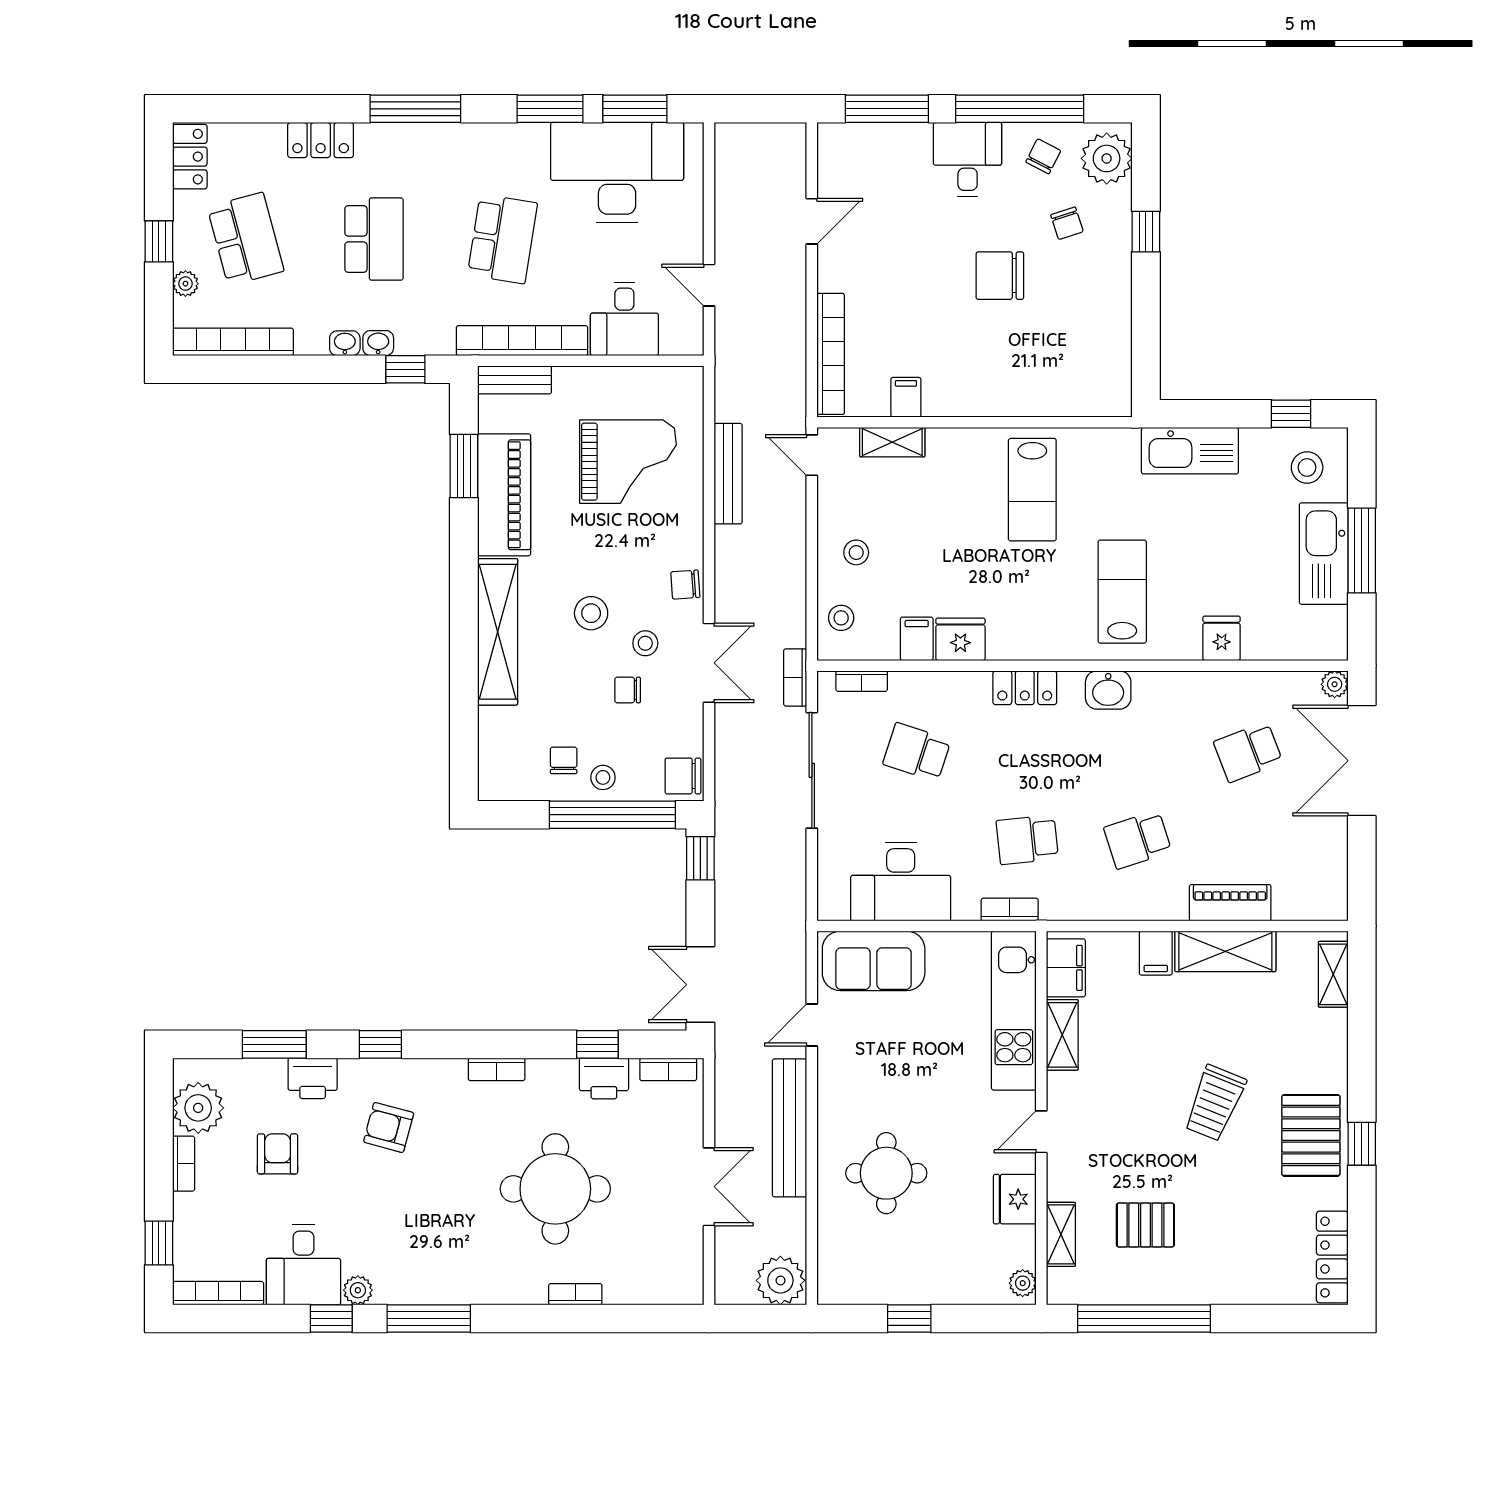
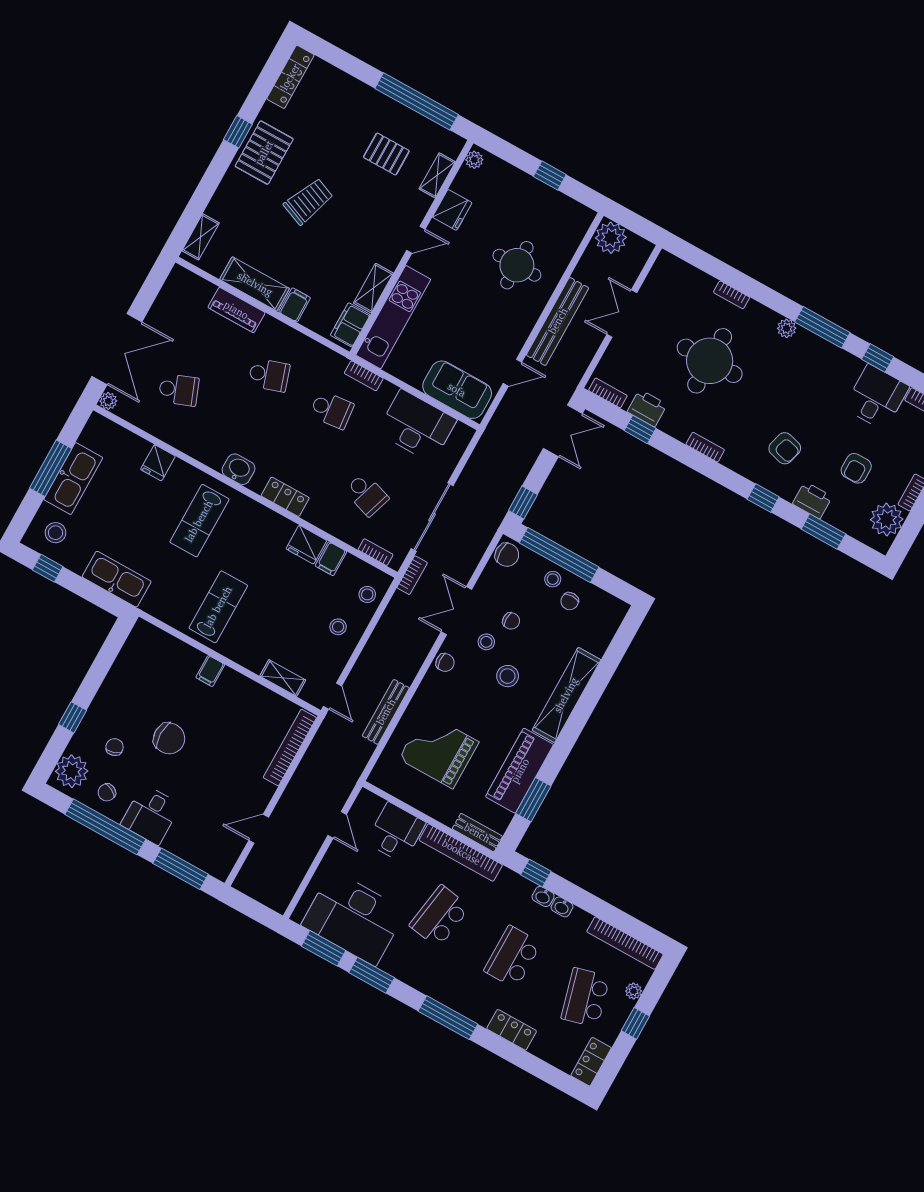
filing cabinet: (906, 397) -> (210, 671), moved
plant: (358, 1290) -> (787, 328), moved

